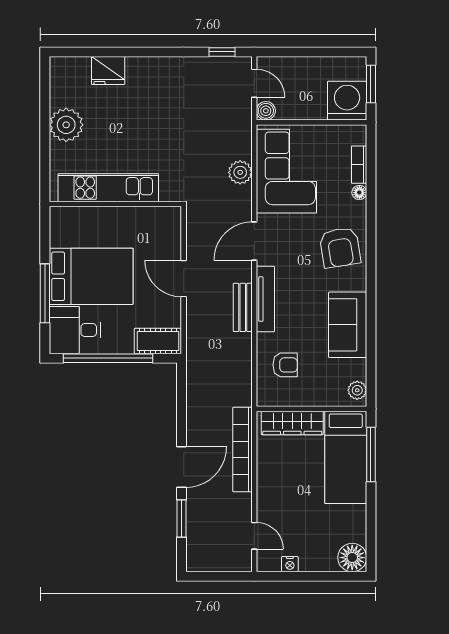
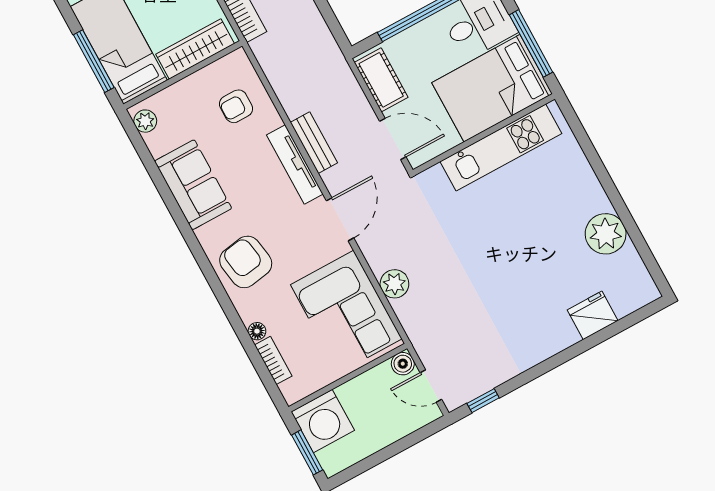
kitchen unit: (108, 188) -> (501, 147), moved
wall: (115, 204) -> (484, 134), moved
cot: (158, 341) -> (381, 80), moved, turned 90

